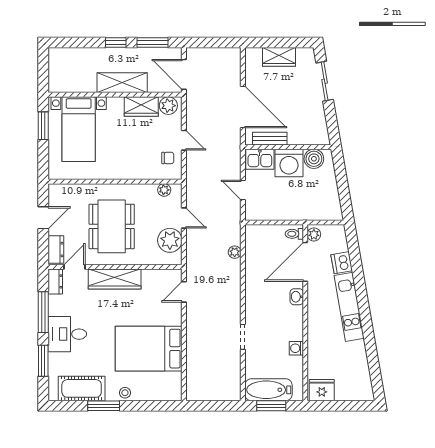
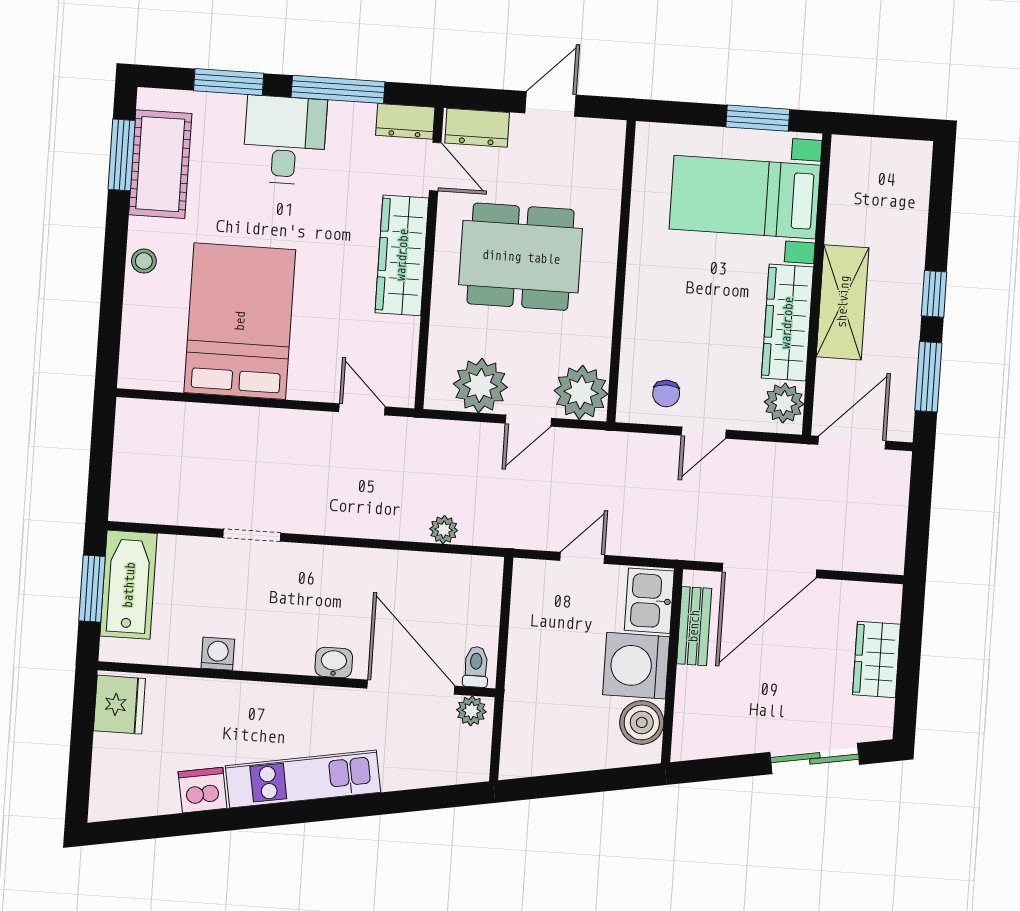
wardrobe: (141, 106) -> (787, 323), width x1.50
plant: (164, 190) -> (581, 392), width x1.88, depth x1.88
door: (43, 218) -> (551, 104), swing flipped
dishwasher: (342, 263) -> (203, 790), moved
window: (104, 406) -> (122, 155), moved

